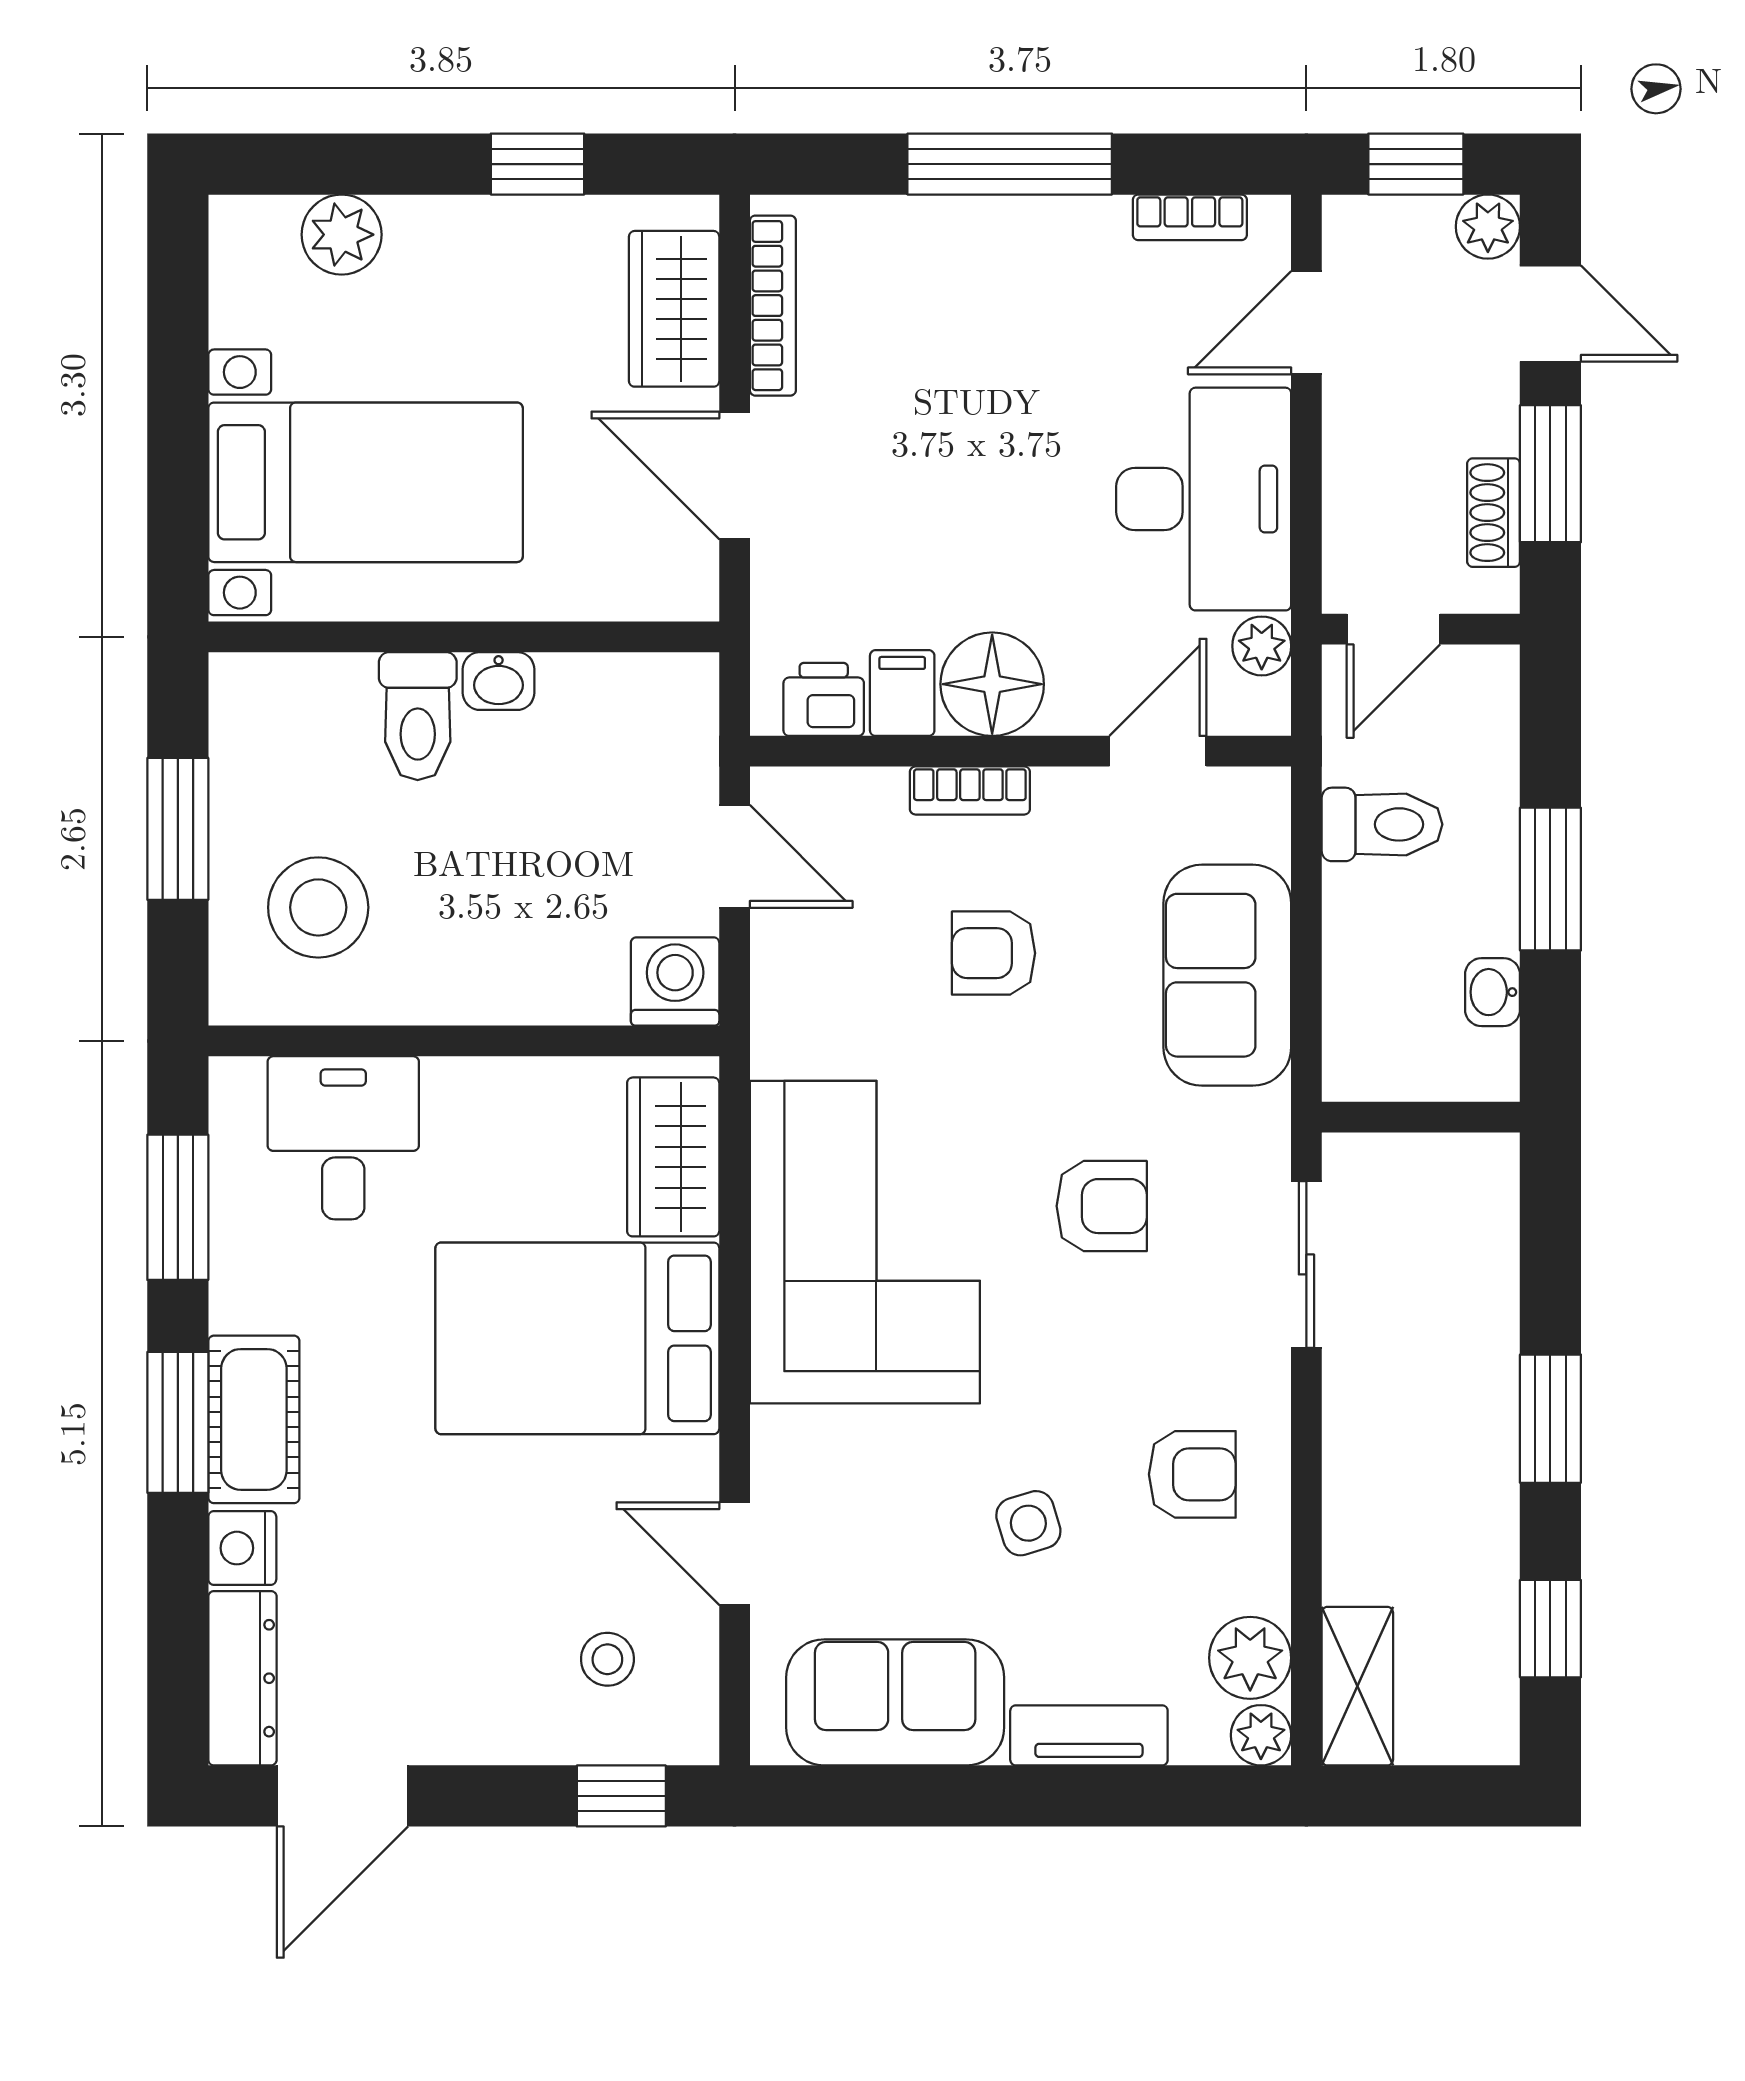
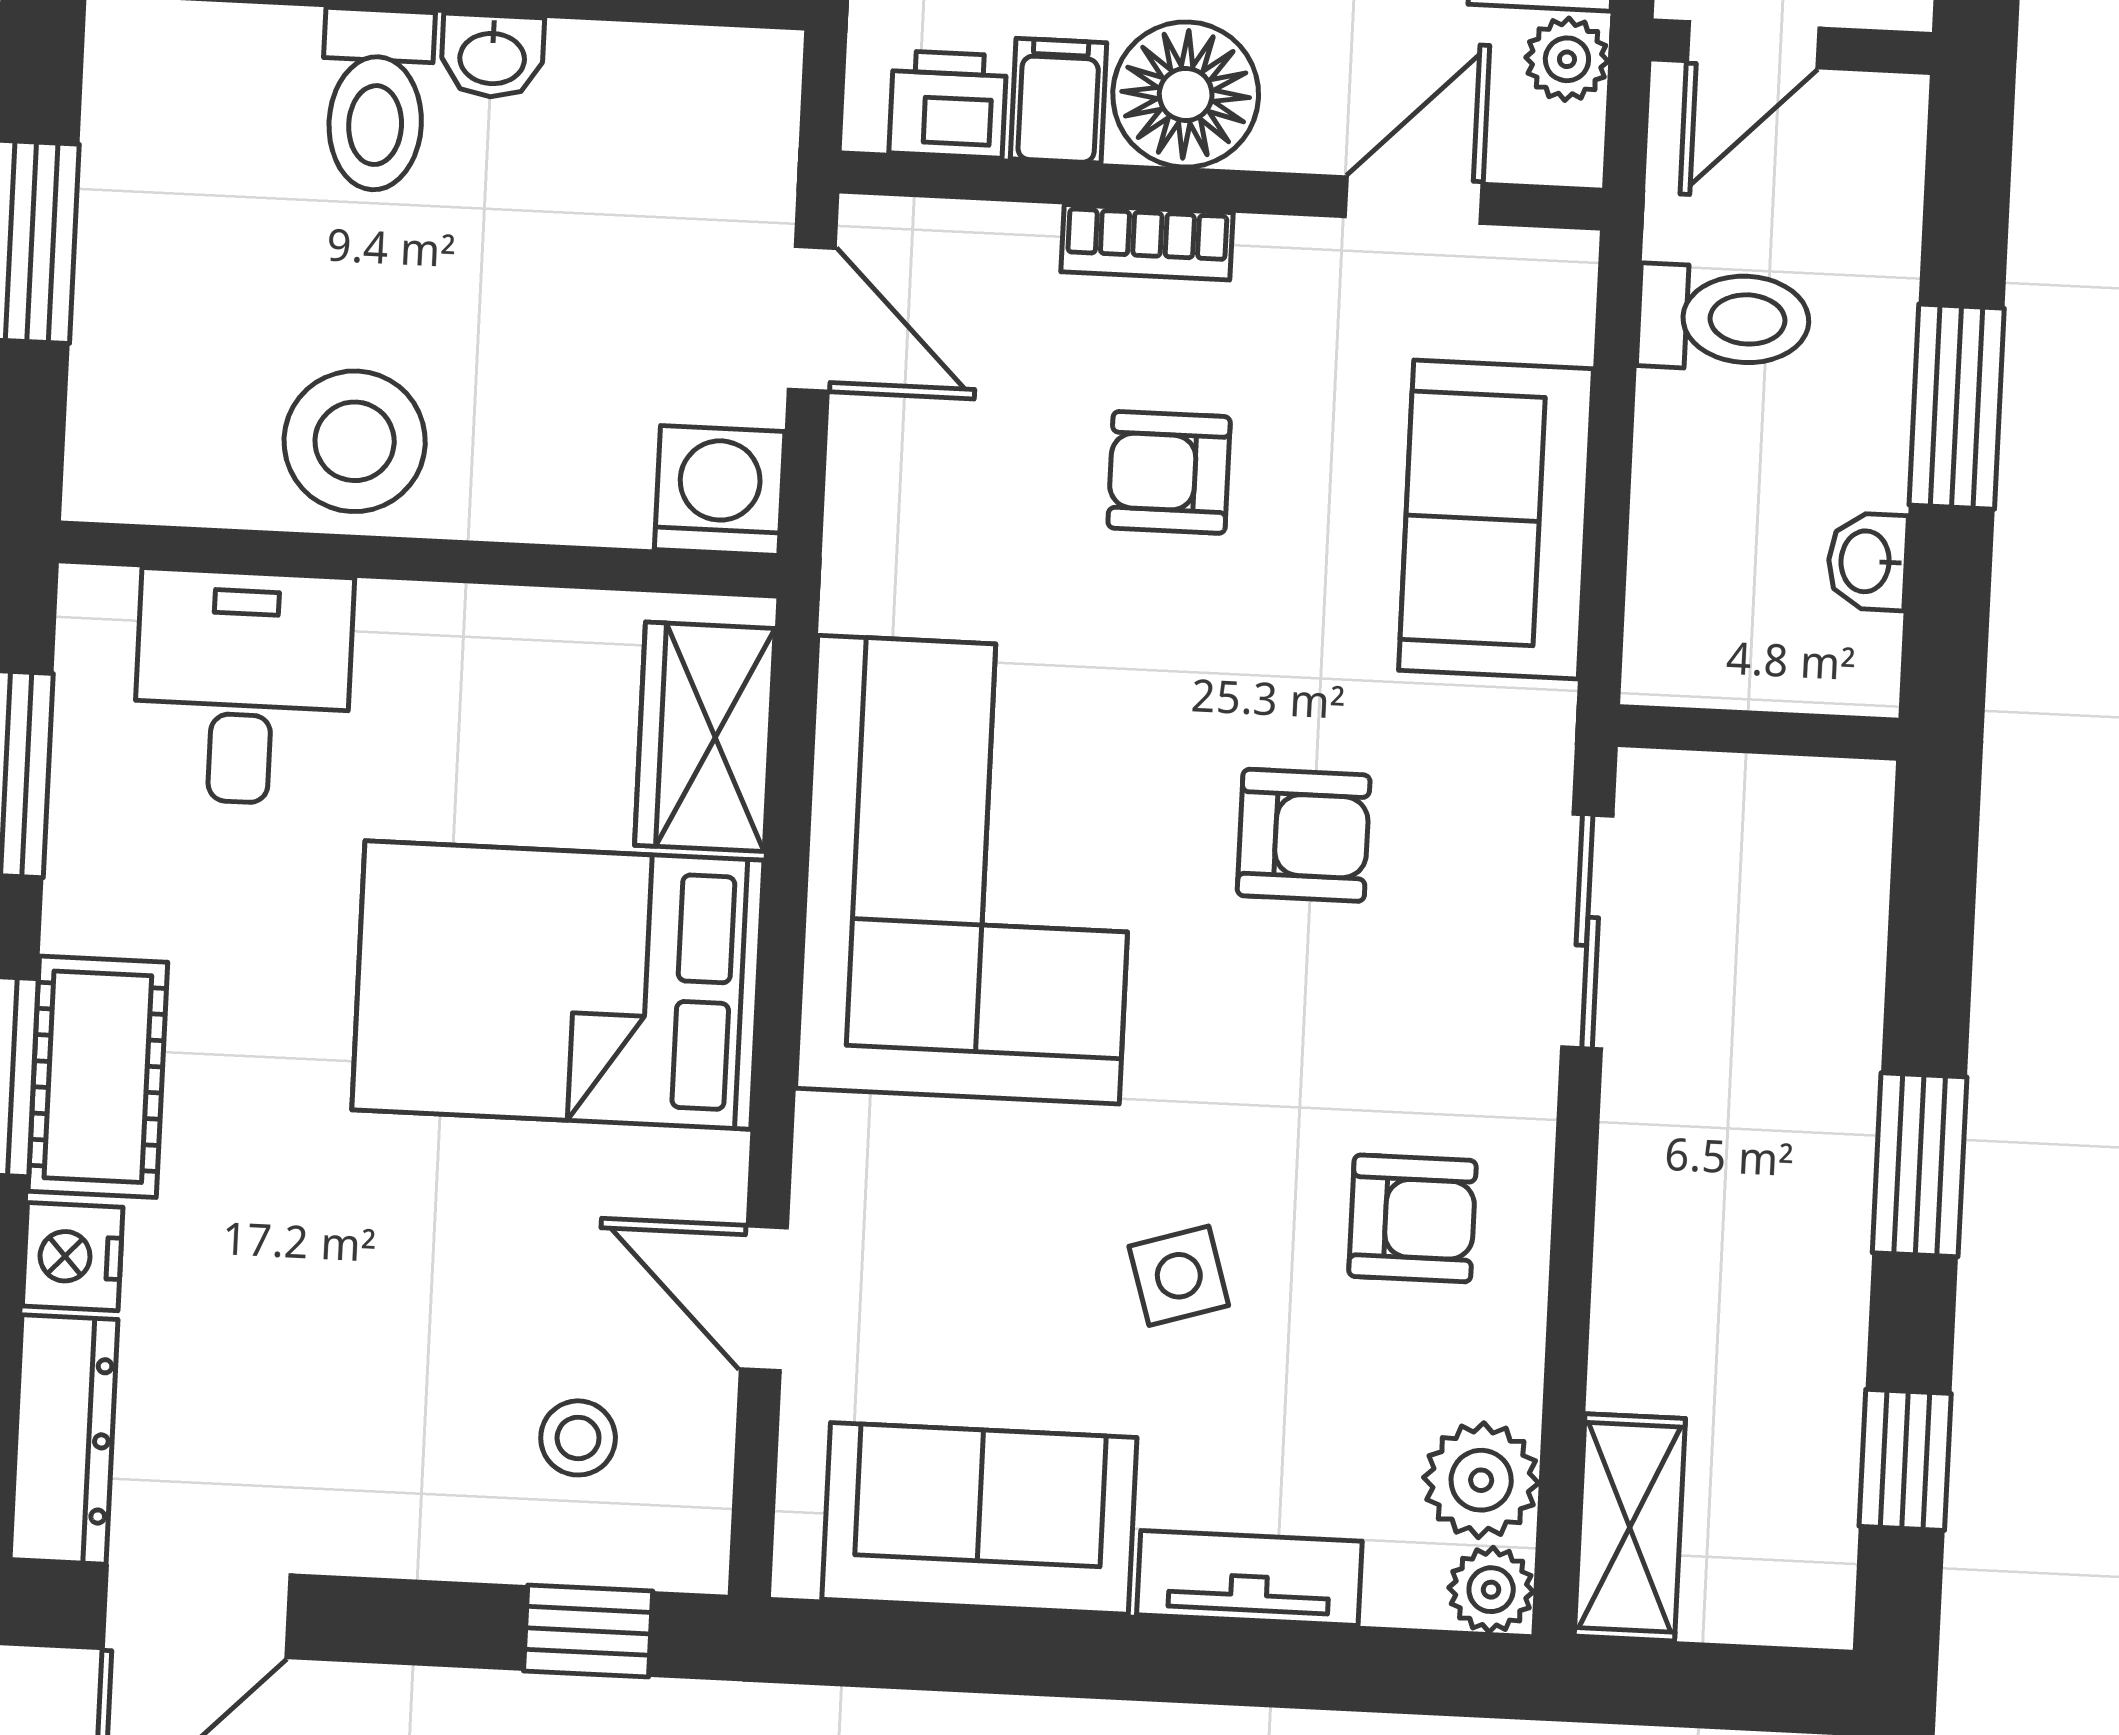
stool: (318, 907) -> (355, 441), moved

